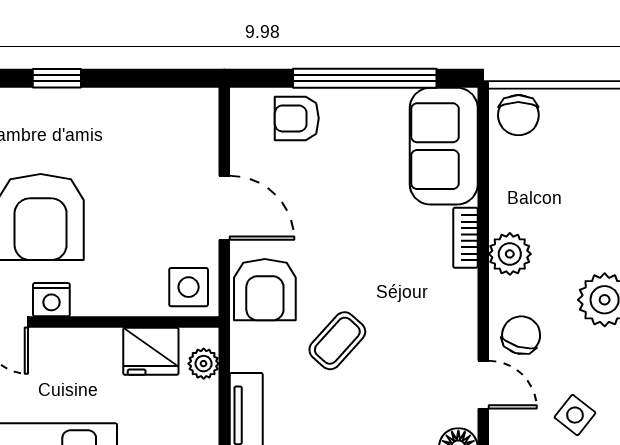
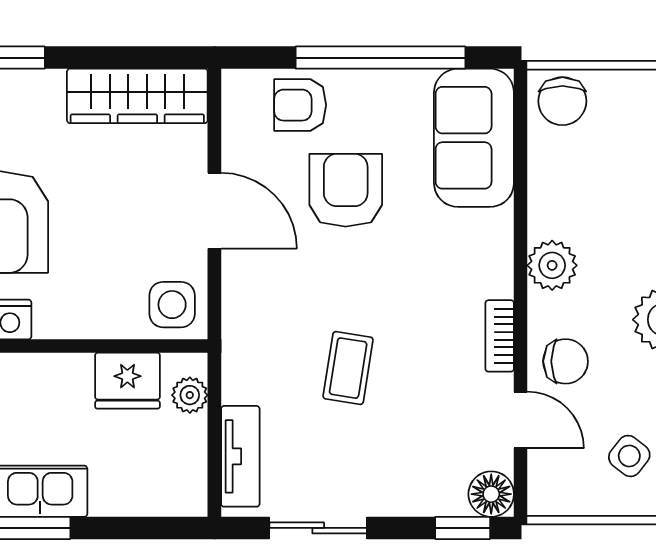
wardrobe: (159, 111) -> (137, 96), added
bookcase: (465, 238) -> (500, 336), moved
armchair: (265, 290) -> (346, 190), moved, turned 180
chair: (521, 335) -> (566, 361), turned 73
coffee table: (337, 341) -> (348, 368), turned -33

